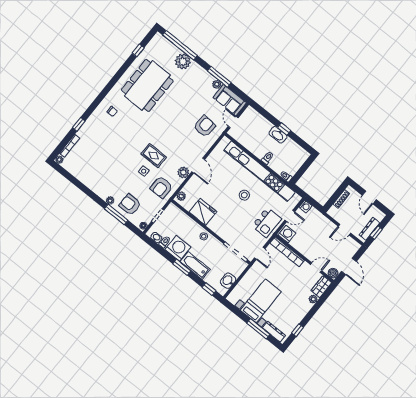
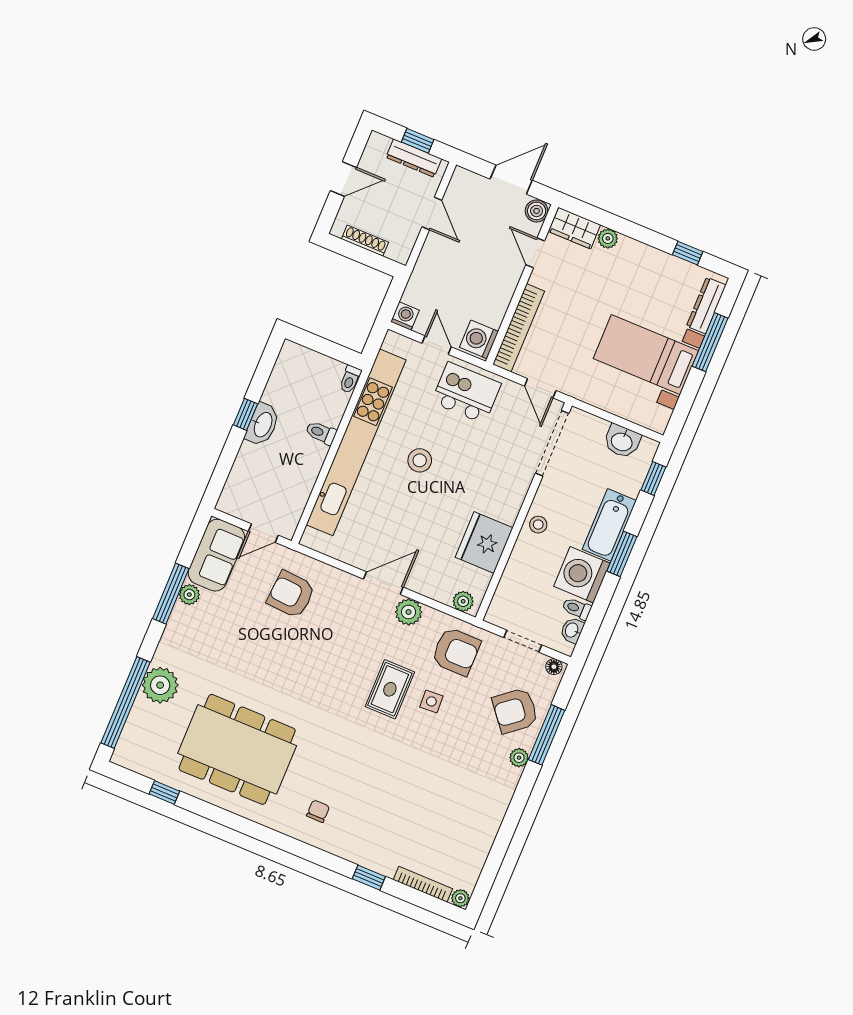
armchair: (130, 205) -> (515, 711), turned 51
door: (260, 253) -> (540, 388), swing flipped

